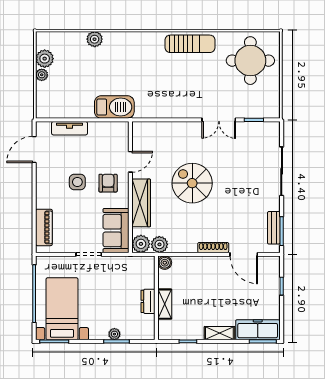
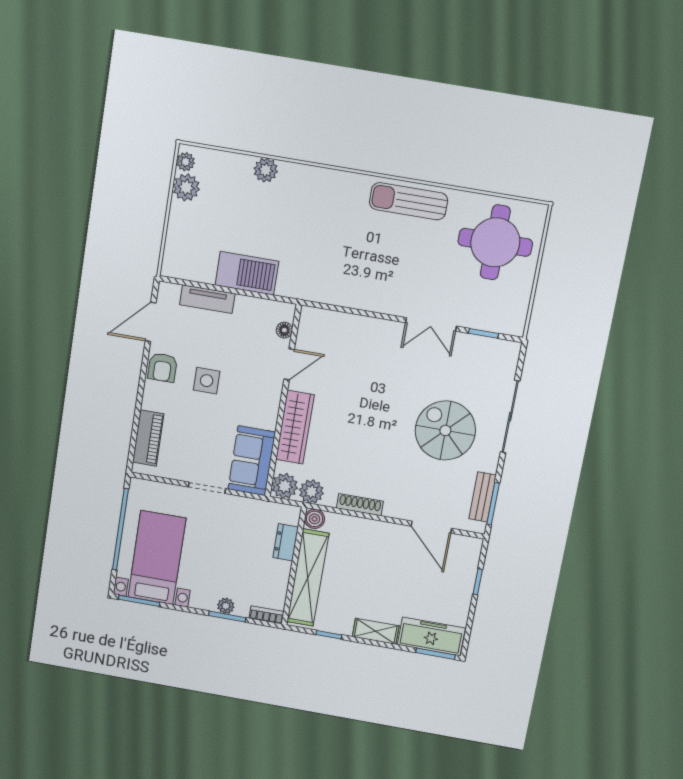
sun lounger: (190, 44) -> (409, 201), turned 180
plant: (42, 75) -> (186, 162), moved
barbecue: (114, 107) -> (247, 273), moved
floor lamp: (124, 140) -> (284, 330), added
armchair: (108, 183) -> (162, 367), moved, turned 180
spiral stairs: (192, 183) -> (445, 430), moved
shoe rack: (213, 248) -> (360, 505), moved
dresser: (148, 301) -> (286, 542), moved
shelving: (165, 304) -> (308, 578), width x2.20, depth x1.33
bookcase: (143, 335) -> (267, 615), added

